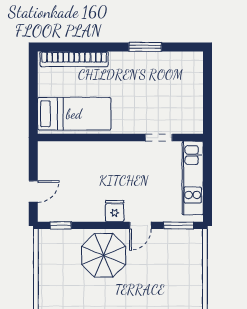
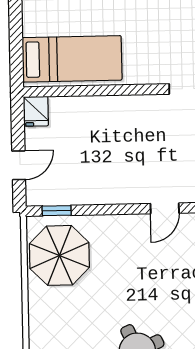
fridge: (115, 211) -> (36, 111), moved, turned 180
parasol: (104, 255) -> (59, 255), moved

